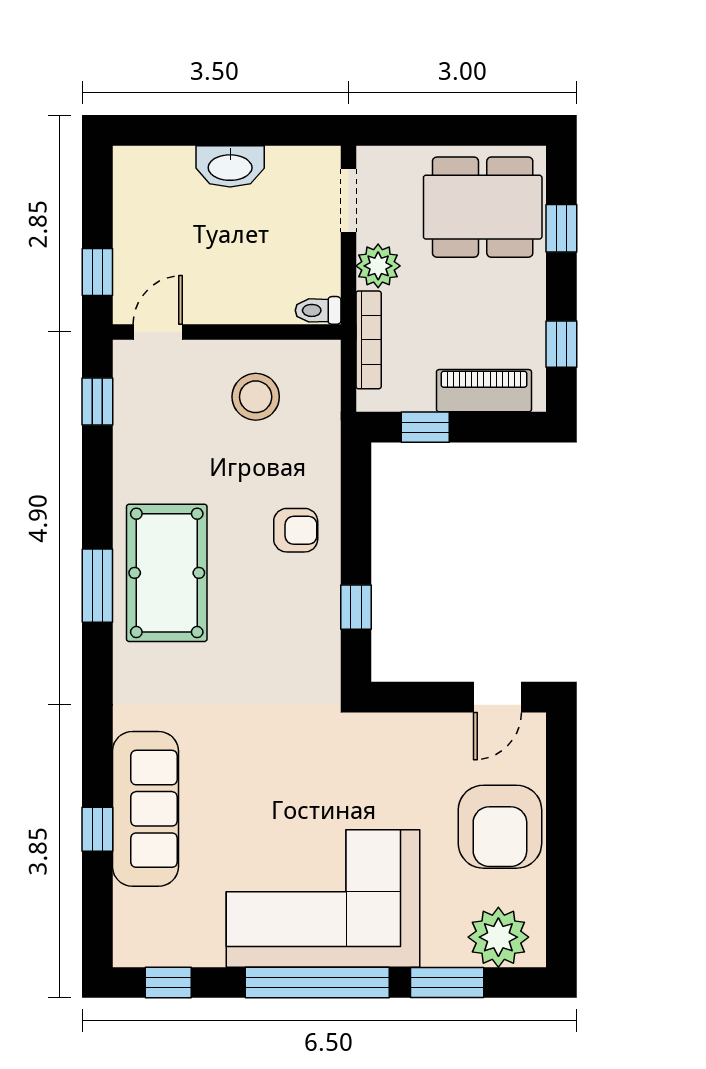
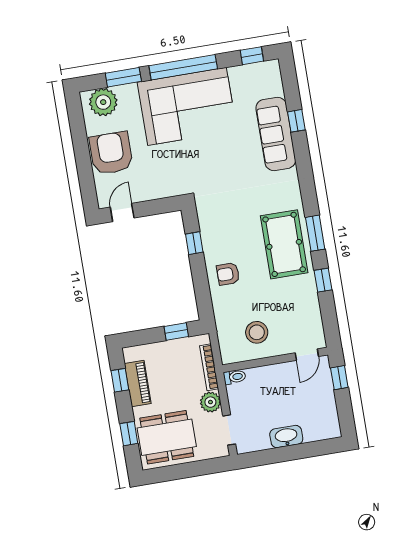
piano: (484, 391) -> (138, 384), moved, turned -90
window: (97, 401) -> (323, 280), moved

